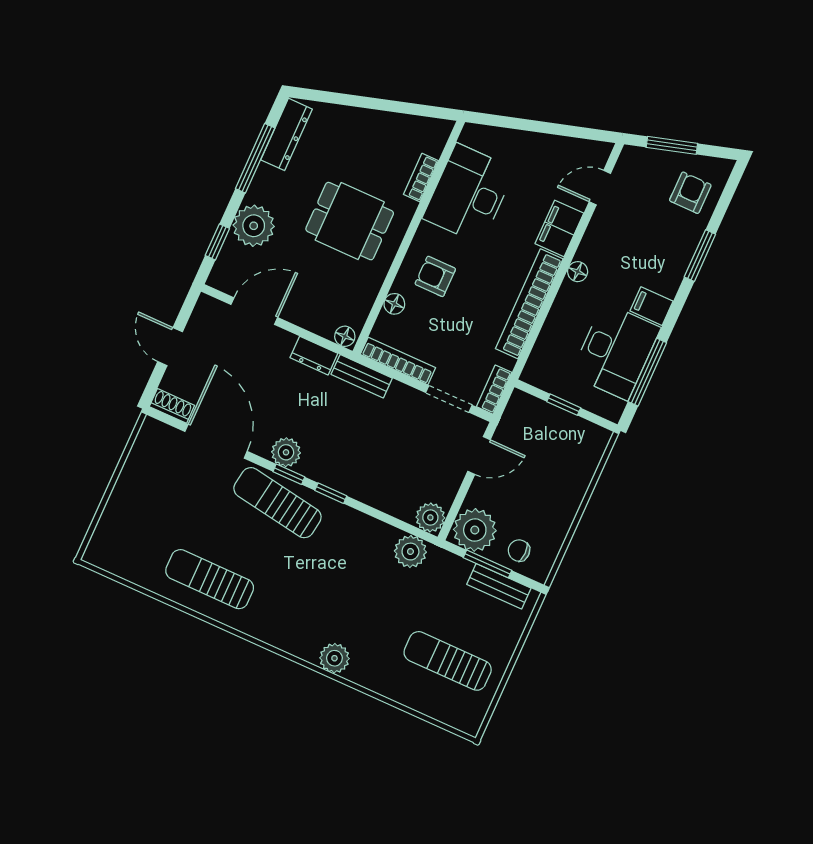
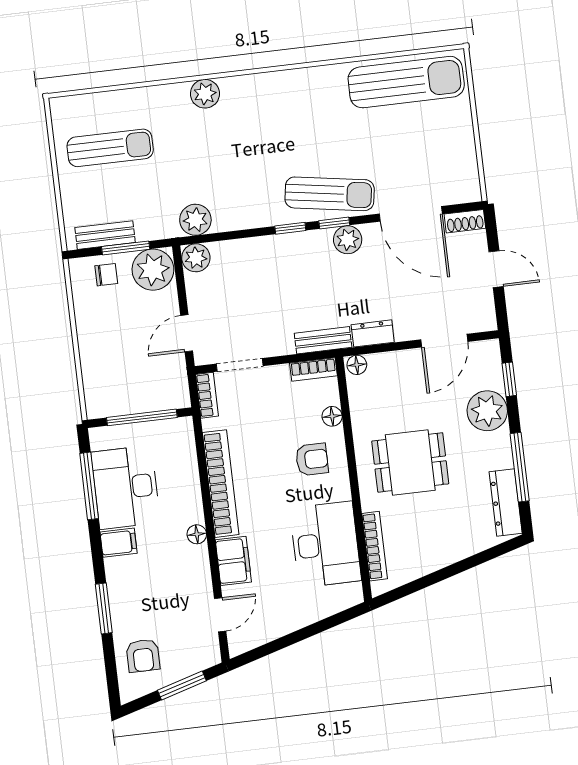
bookcase: (421, 178) -> (375, 546), width x1.56
bookcase: (398, 361) -> (313, 369), width x0.64
window: (564, 405) -> (142, 417), width x2.17
sun lounger: (210, 579) -> (406, 82), moved, width x1.36, depth x1.34

